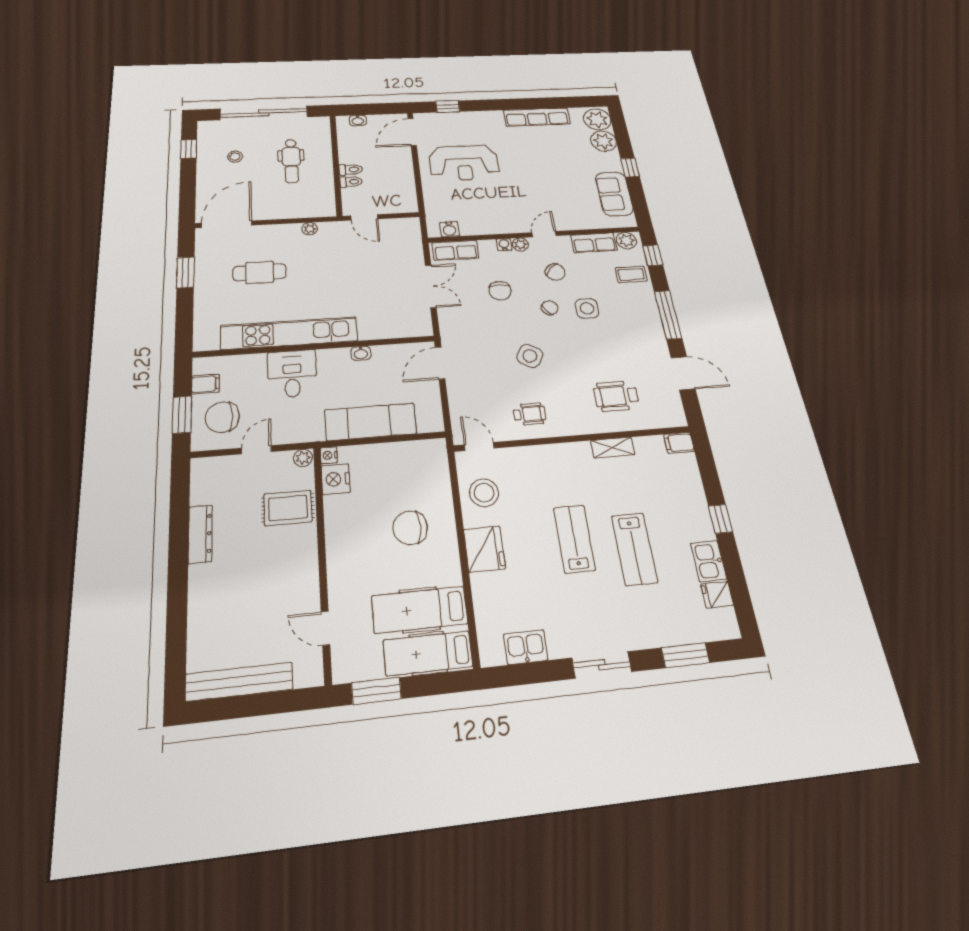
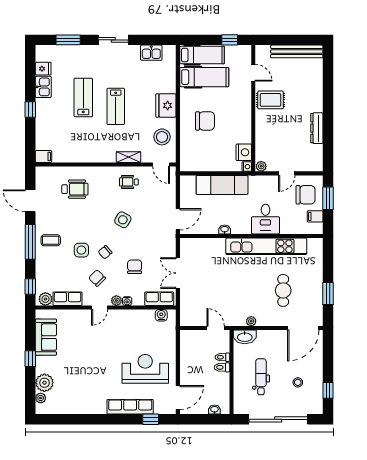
row of seats: (537, 117) -> (130, 407), moved
plant: (597, 119) -> (41, 398), width x0.53, depth x0.53
washbasin: (318, 208) -> (245, 337), added
cafe table: (260, 272) -> (283, 290), turned 90
coffee table: (631, 274) -> (51, 240), moved
shelving: (613, 447) -> (128, 157), moved
rug: (288, 508) -> (271, 100), moved
window: (376, 691) -> (230, 40), width x0.67

